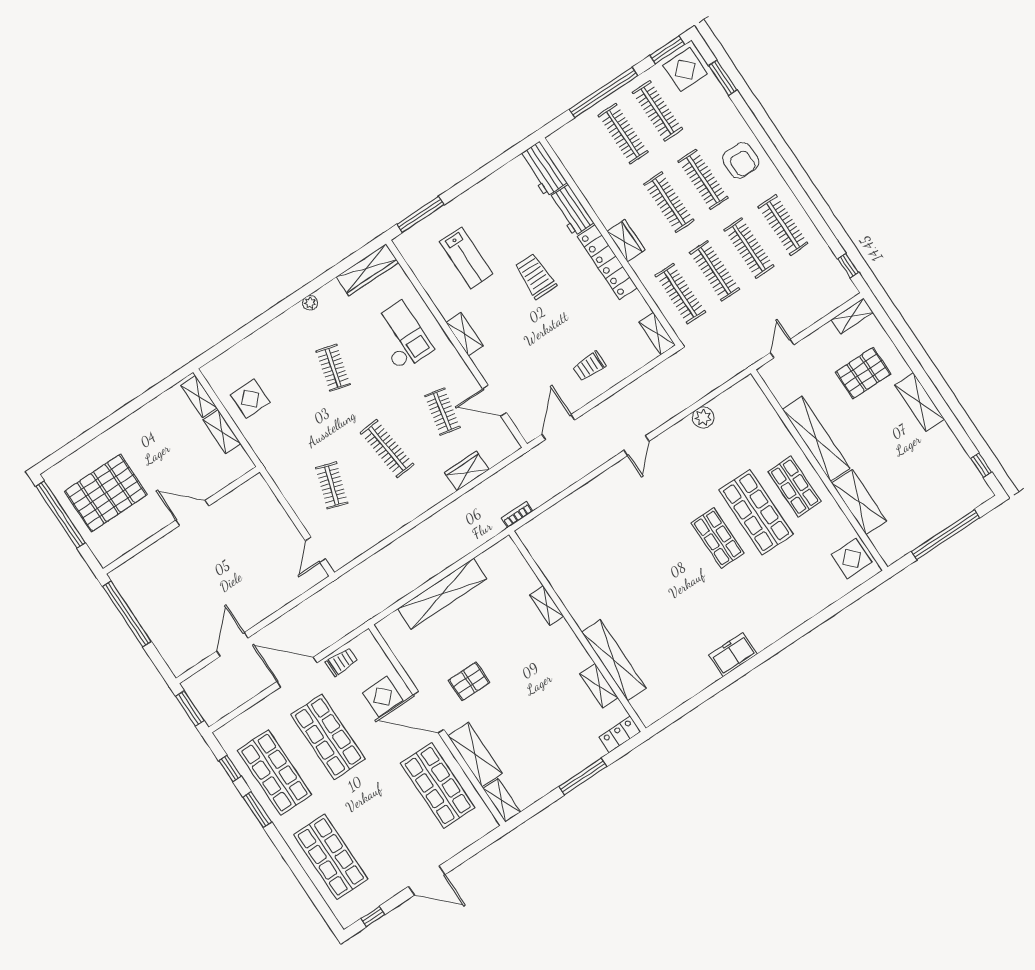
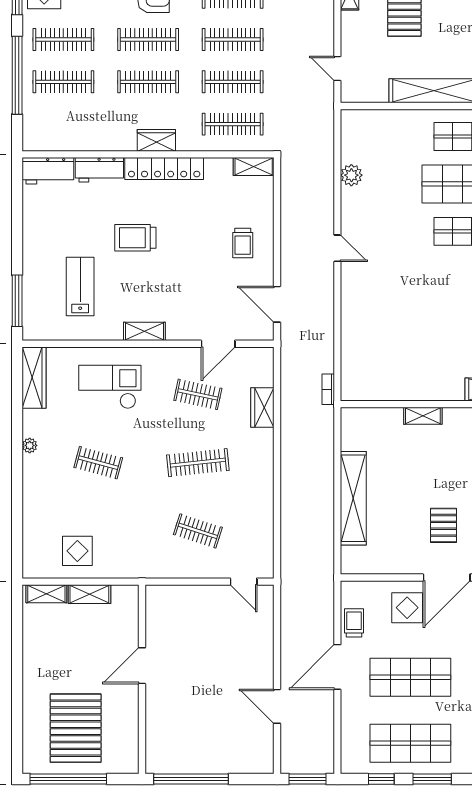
lab bench: (466, 258) -> (80, 287), turned -90

